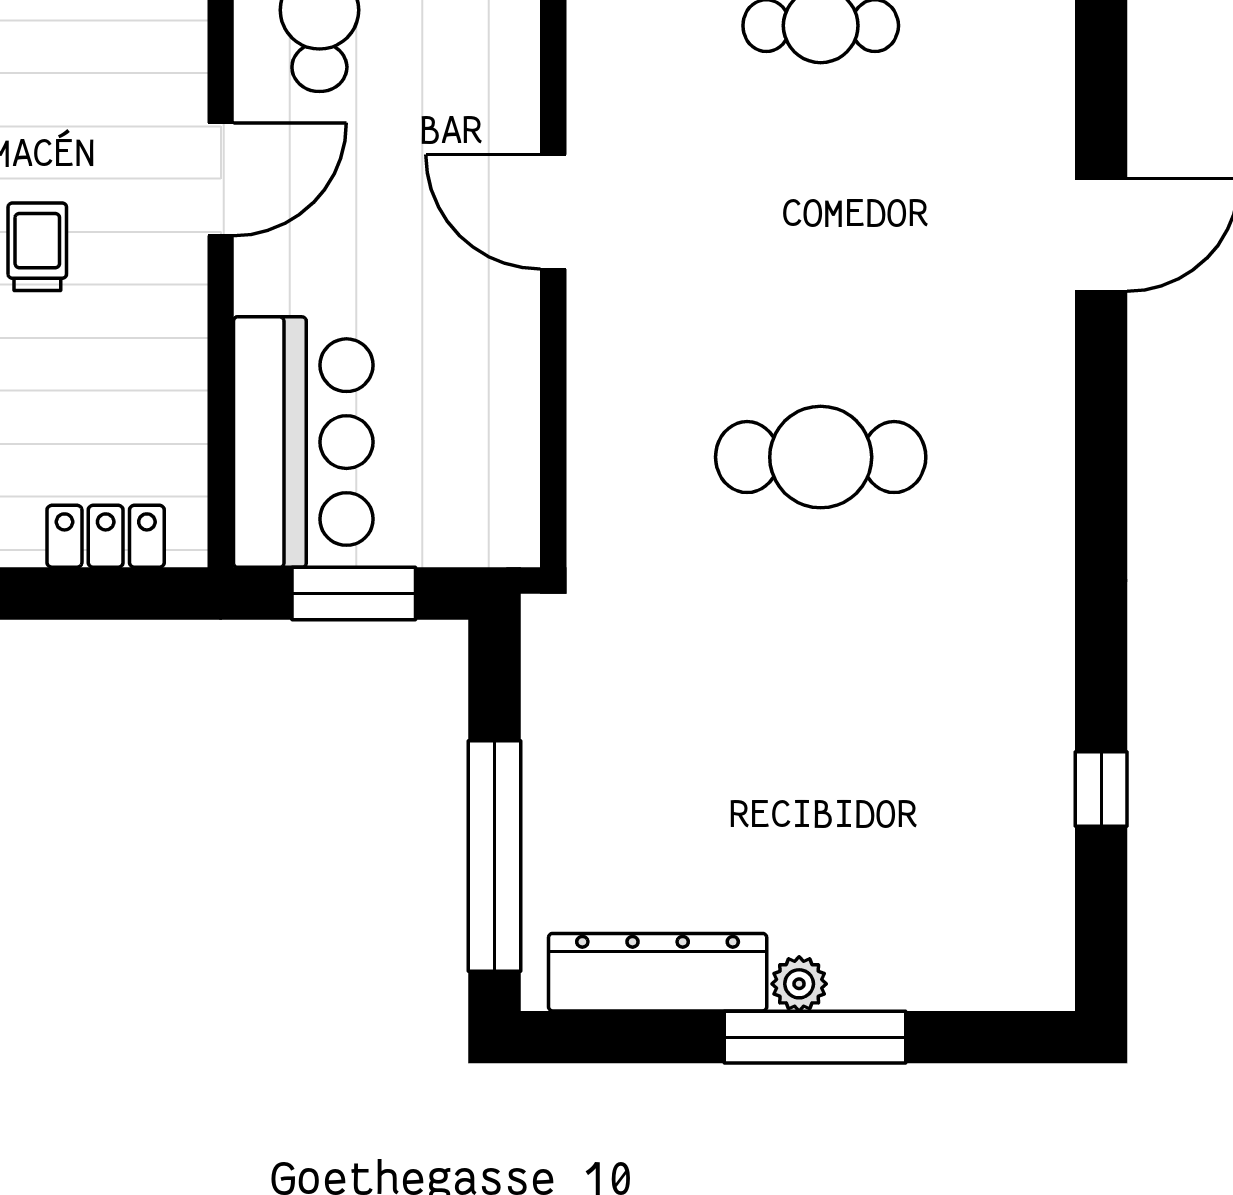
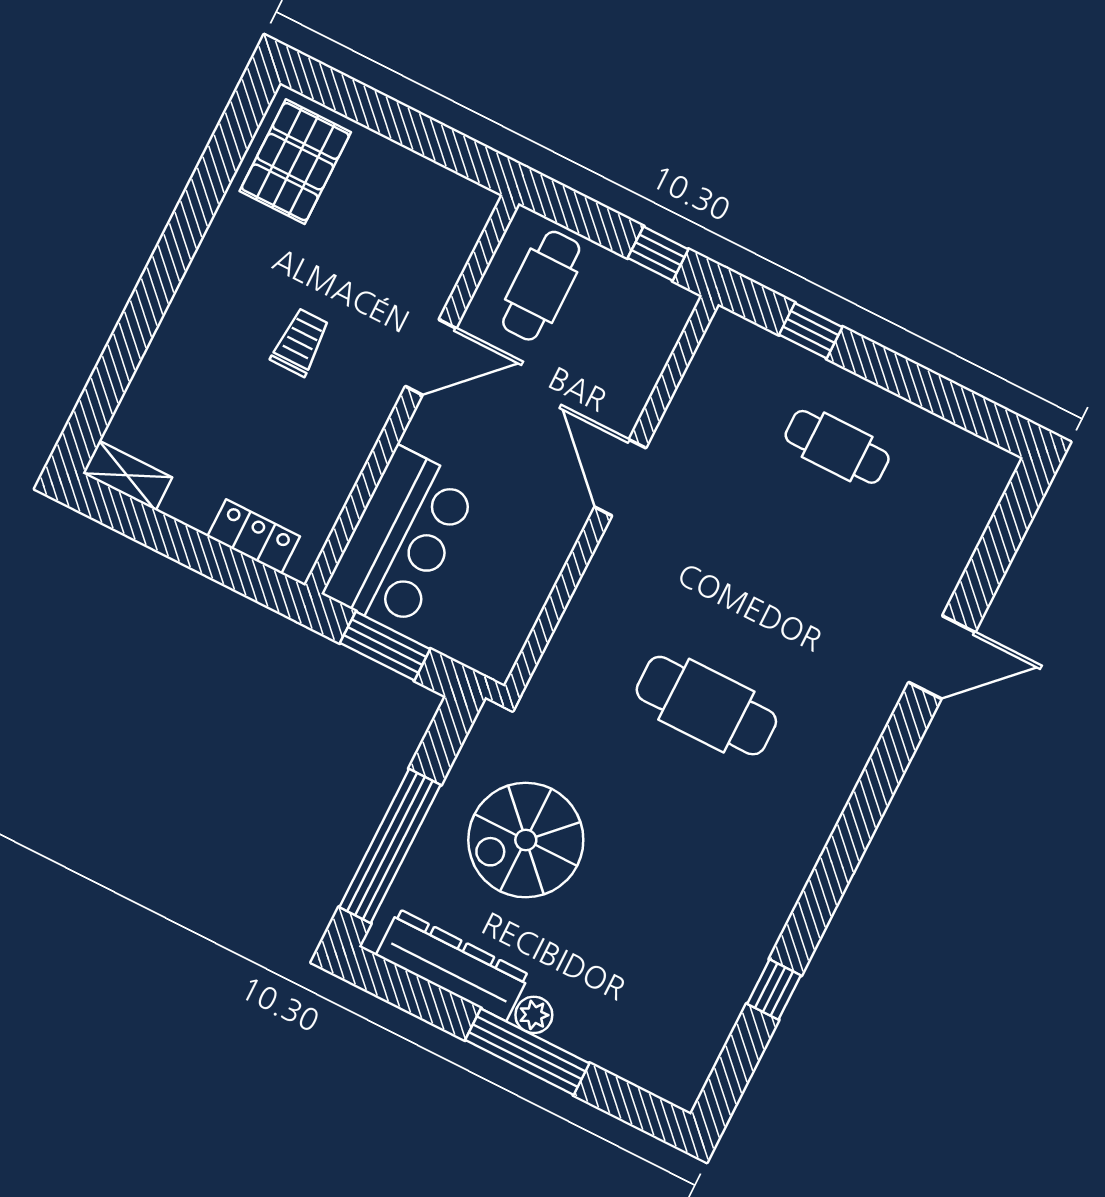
spiral stairs: (671, 757) -> (526, 840), added

